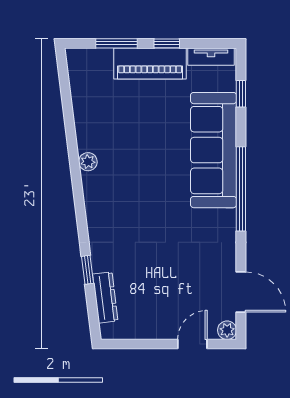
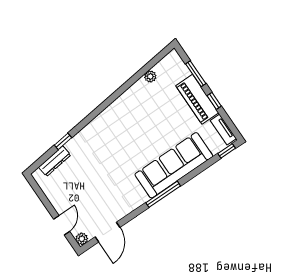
window: (241, 94) -> (227, 151), moved
plant: (88, 162) -> (150, 76), moved
window: (241, 189) -> (163, 194), width x0.68
door: (192, 344) -> (62, 225), hinge flipped

